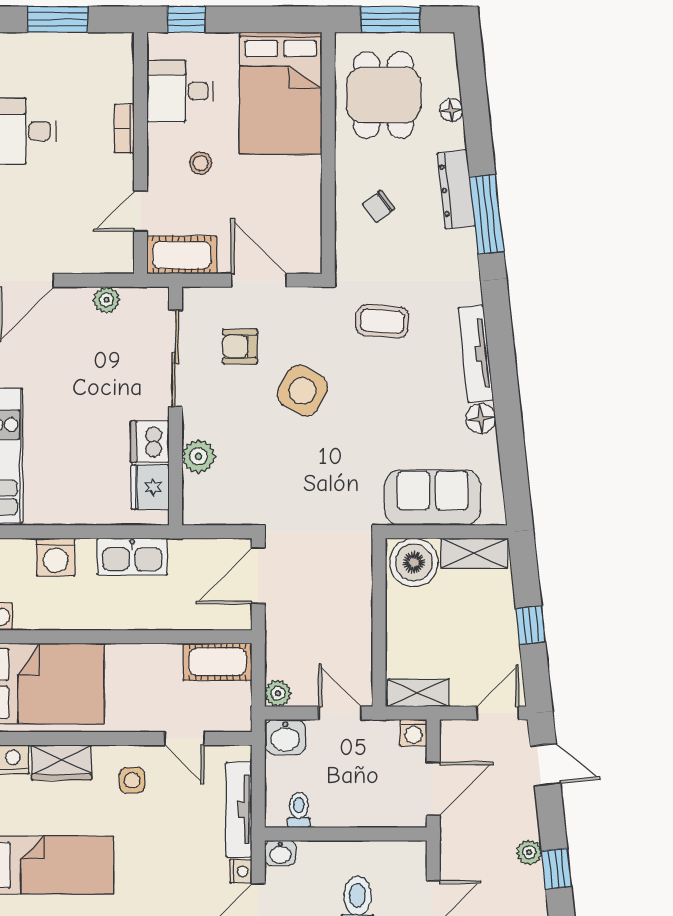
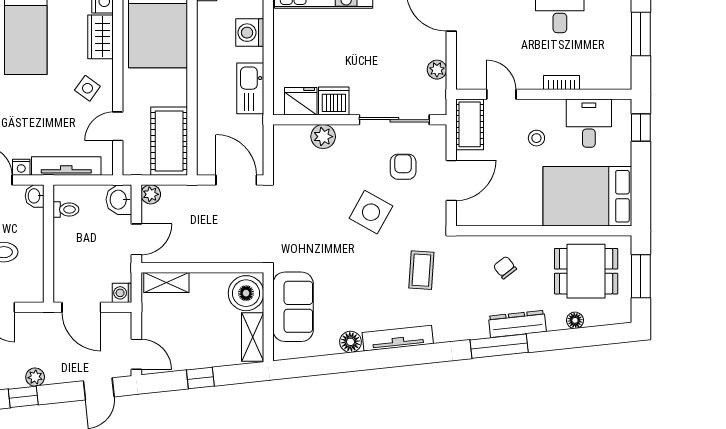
cot: (217, 662) -> (169, 141), width x1.37, depth x1.34
shelving: (418, 693) -> (166, 283), moved, turned 90
side table: (132, 780) -> (87, 88), turned 36

